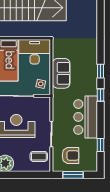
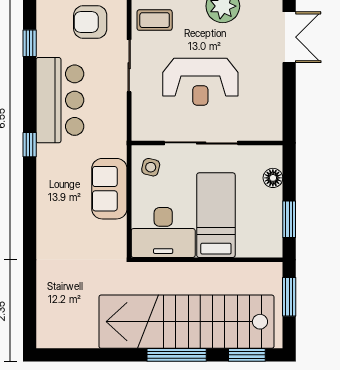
window: (100, 71) -> (30, 193), removed

